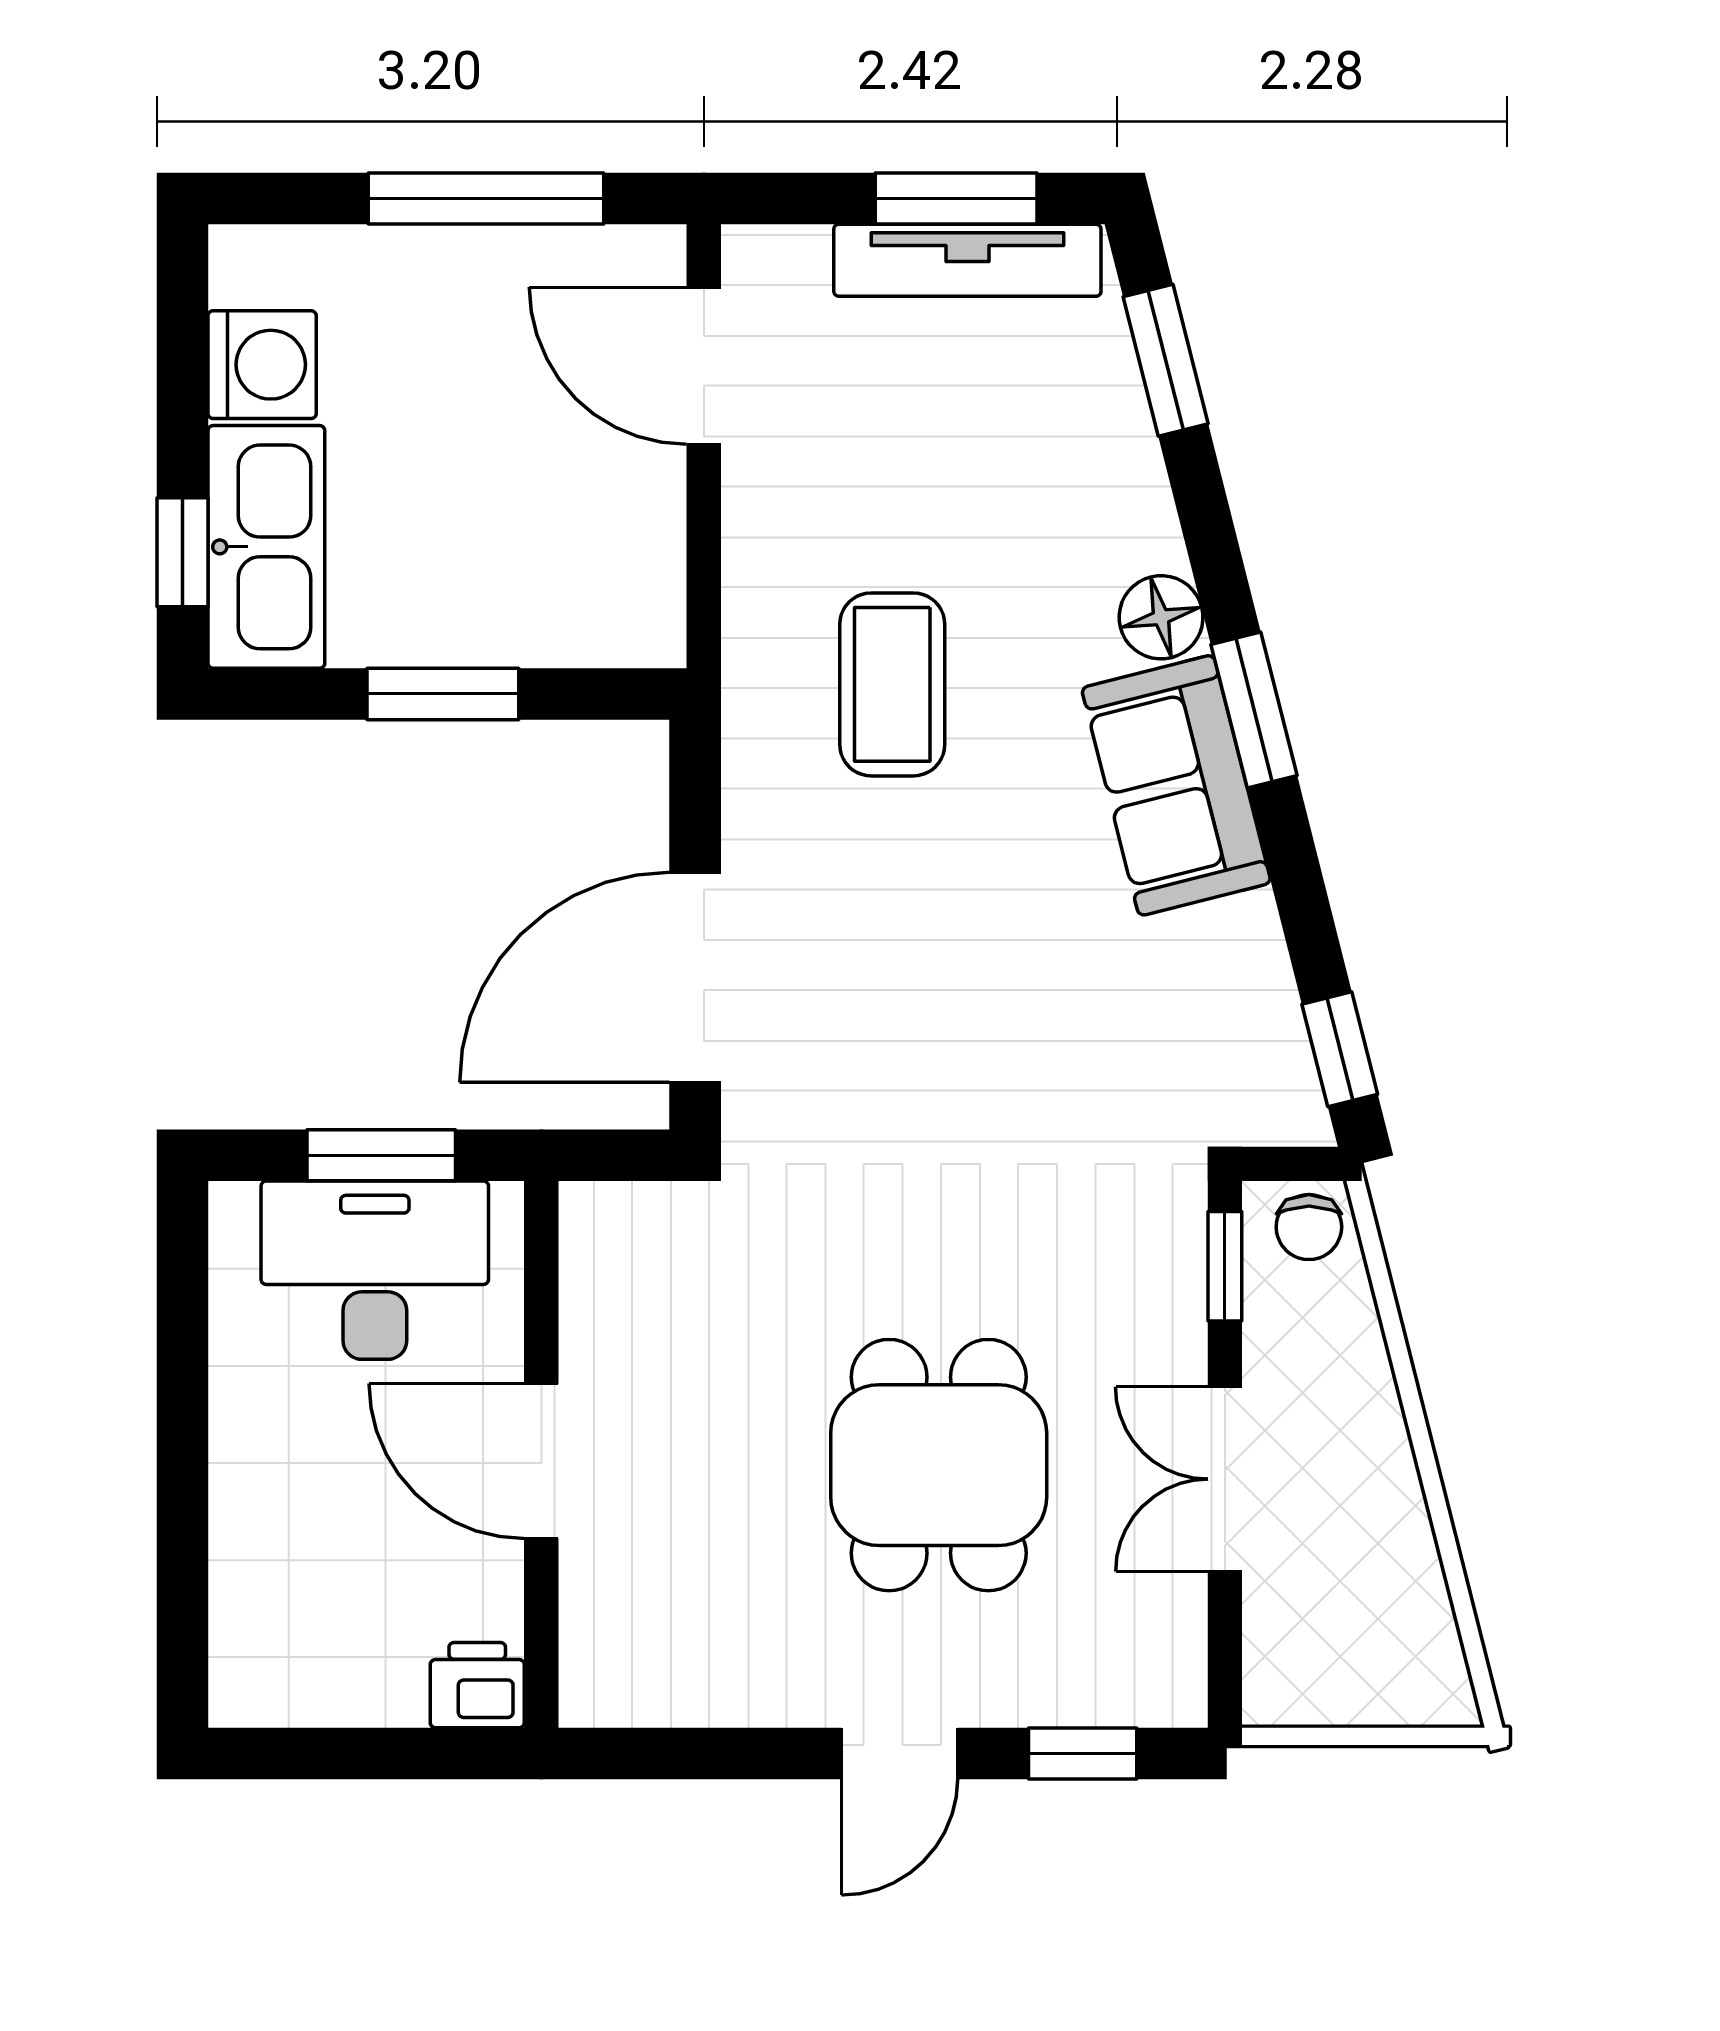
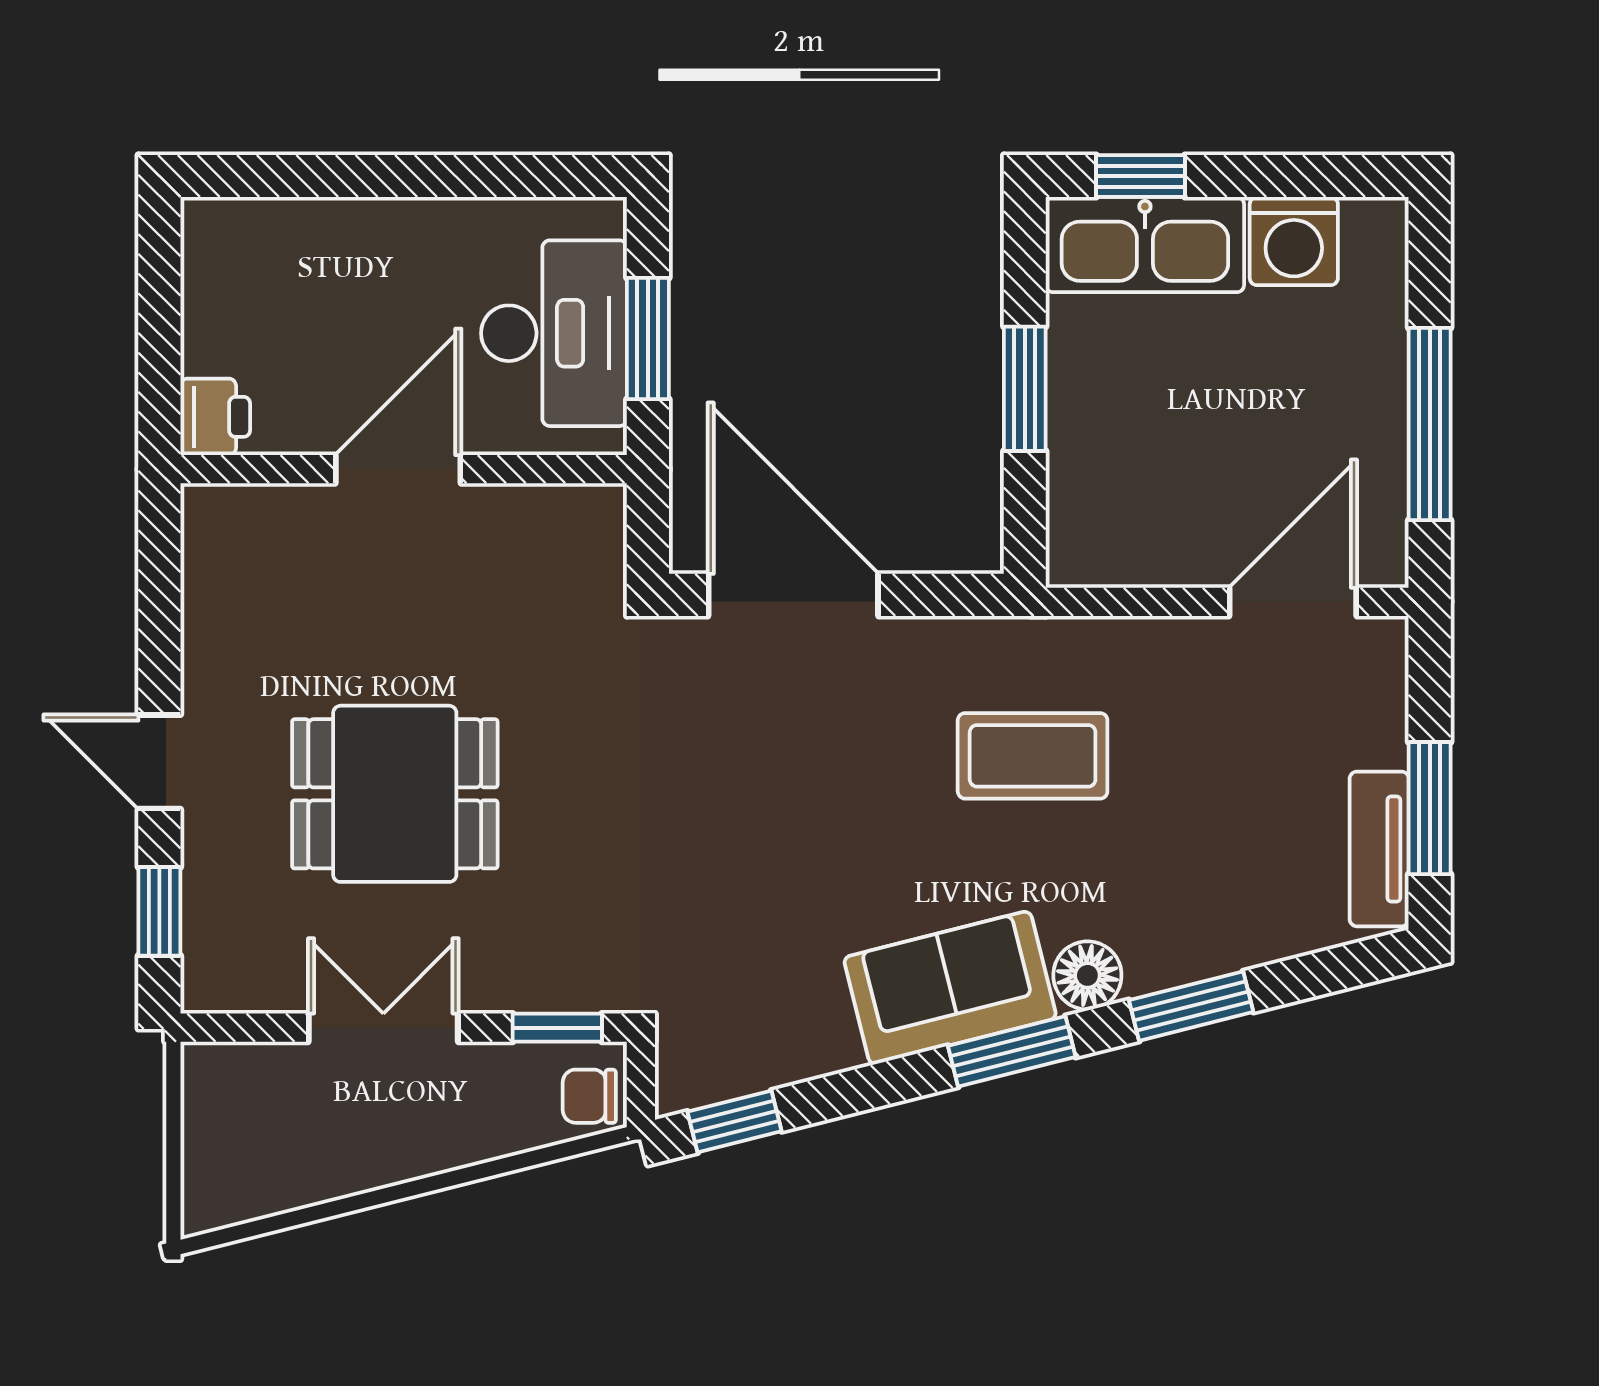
tv unit: (967, 260) -> (1379, 849), width x0.71
window: (1166, 360) -> (1191, 1006), moved

